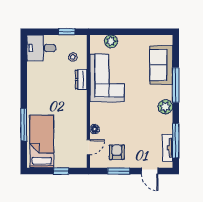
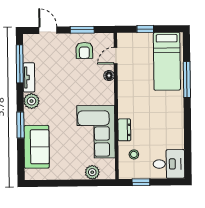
window: (176, 85) -> (20, 125), width x0.69
tv unit: (167, 148) -> (29, 77), moved

